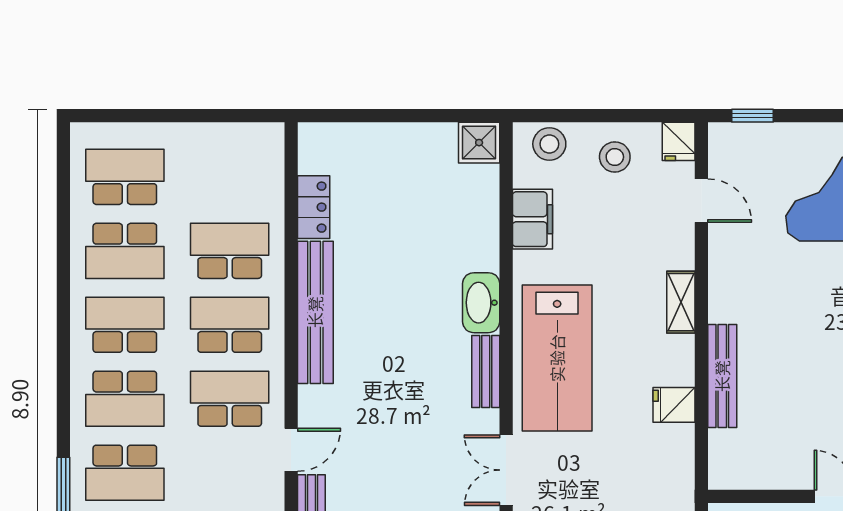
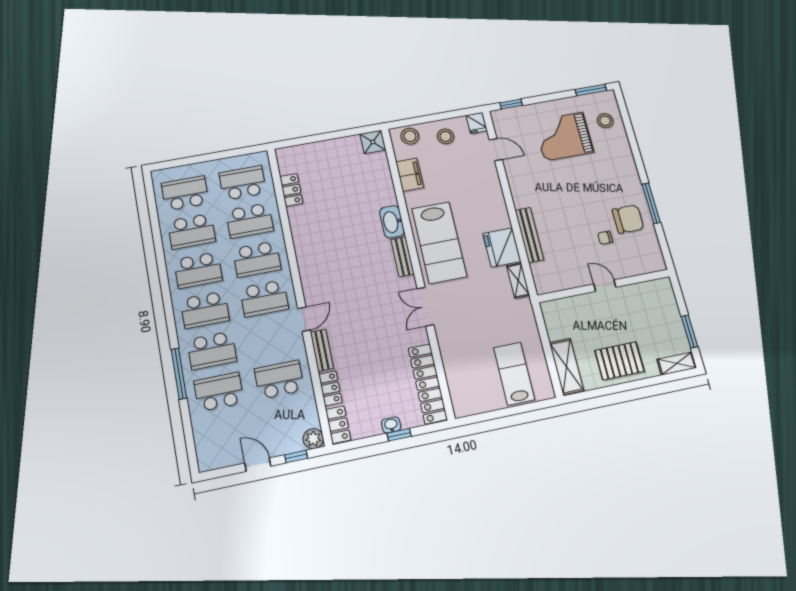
school desk: (230, 177) -> (243, 183), added
school desk: (230, 251) -> (250, 221), turned 180
shelving: (681, 302) -> (518, 281), moved
bench: (315, 312) -> (303, 244), removed
school desk: (125, 325) -> (198, 270), turned 180
school desk: (230, 325) -> (257, 259), turned 180
school desk: (230, 399) -> (264, 298), turned 180
fridge: (674, 405) -> (502, 247), width x1.88, depth x1.34

